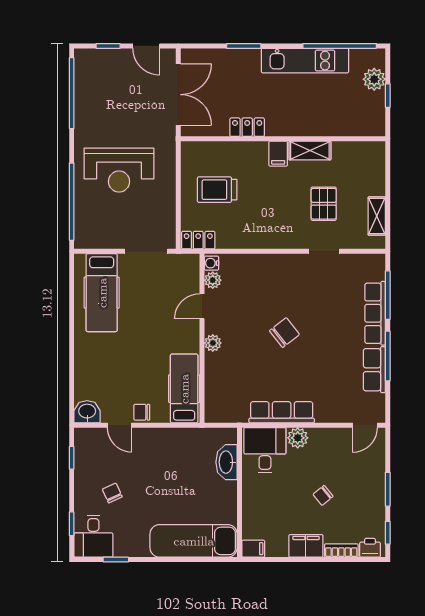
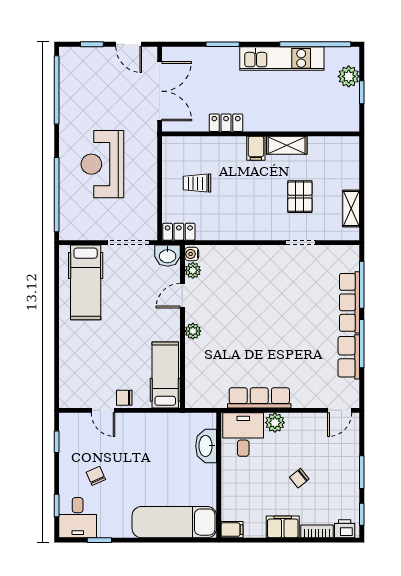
reception desk: (119, 170) -> (102, 164), turned 90
trolley: (217, 190) -> (197, 183), width x0.73, depth x0.72
chair: (284, 333) -> (262, 321), removed
washbasin: (87, 412) -> (168, 256), moved, turned 180

